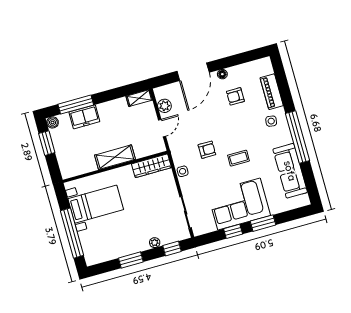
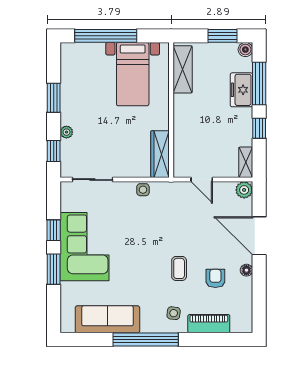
window: (110, 95) -> (259, 128), added
plant: (164, 106) -> (244, 190), moved
armchair: (207, 150) -> (161, 226), removed
shelving: (115, 157) -> (183, 69), moved
coffee table: (238, 158) -> (179, 268), moved

